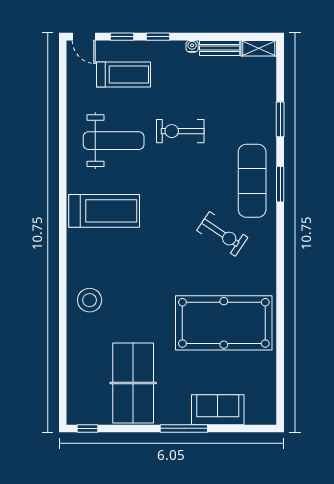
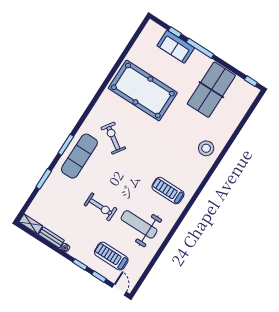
treadmill: (104, 211) -> (168, 191), width x0.73, depth x0.73
window: (231, 428) -> (175, 32), added

